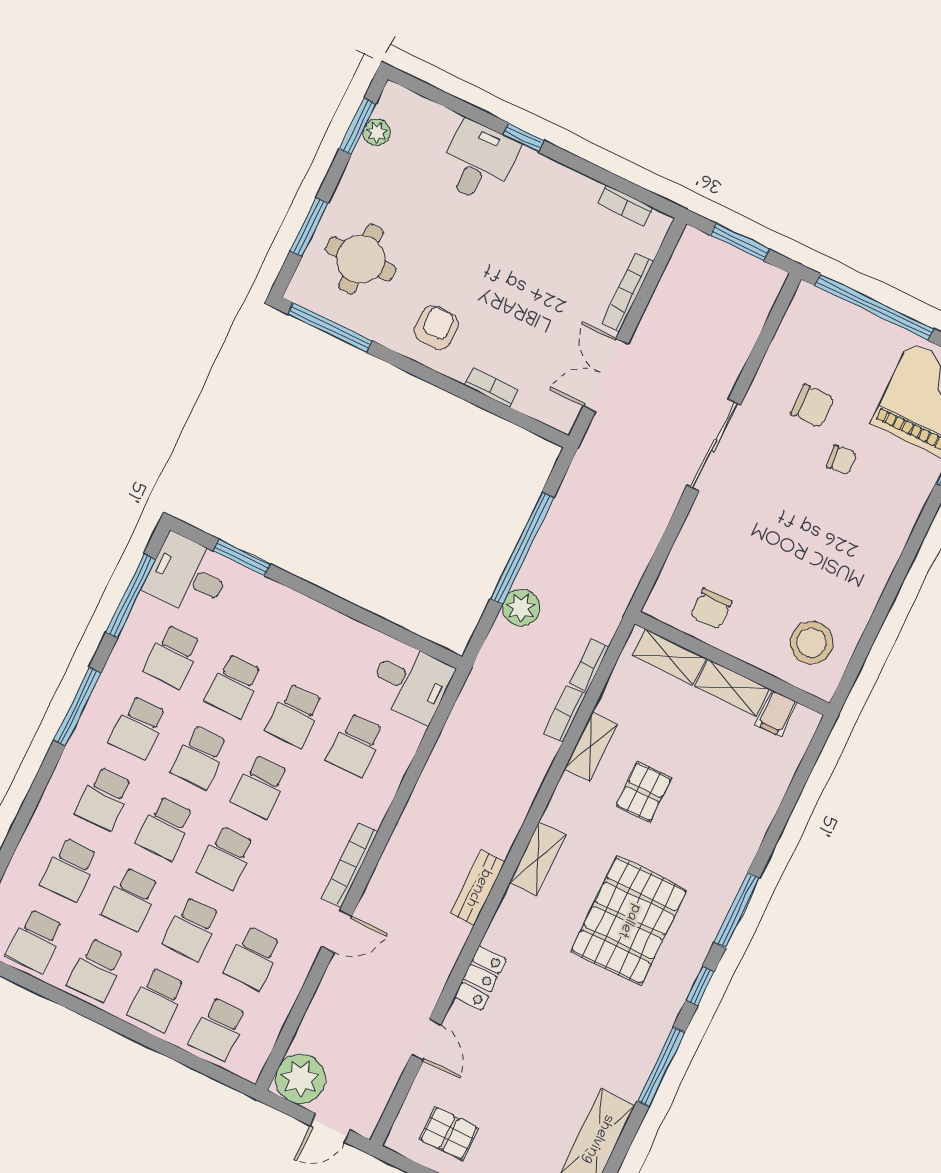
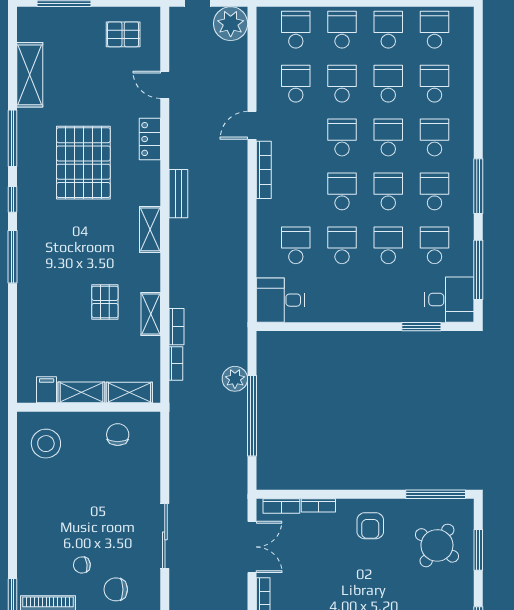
round table: (361, 259) -> (437, 545), turned 35
bookcase: (541, 410) -> (281, 506), added
pallet: (629, 921) -> (83, 163), moved

